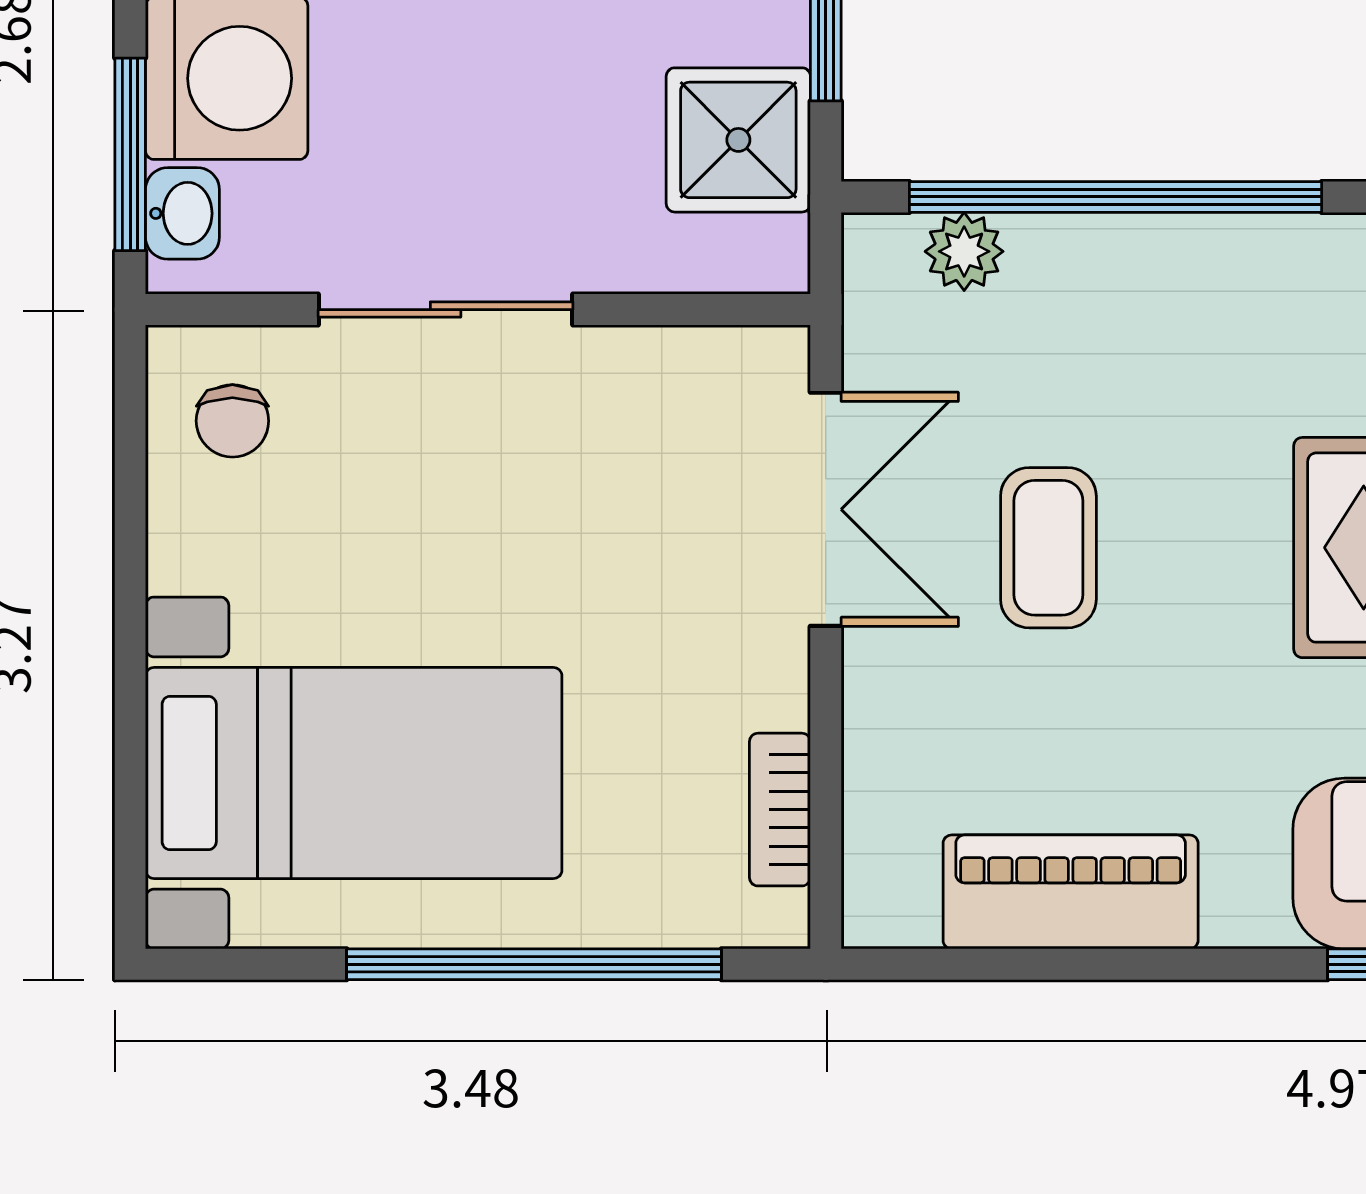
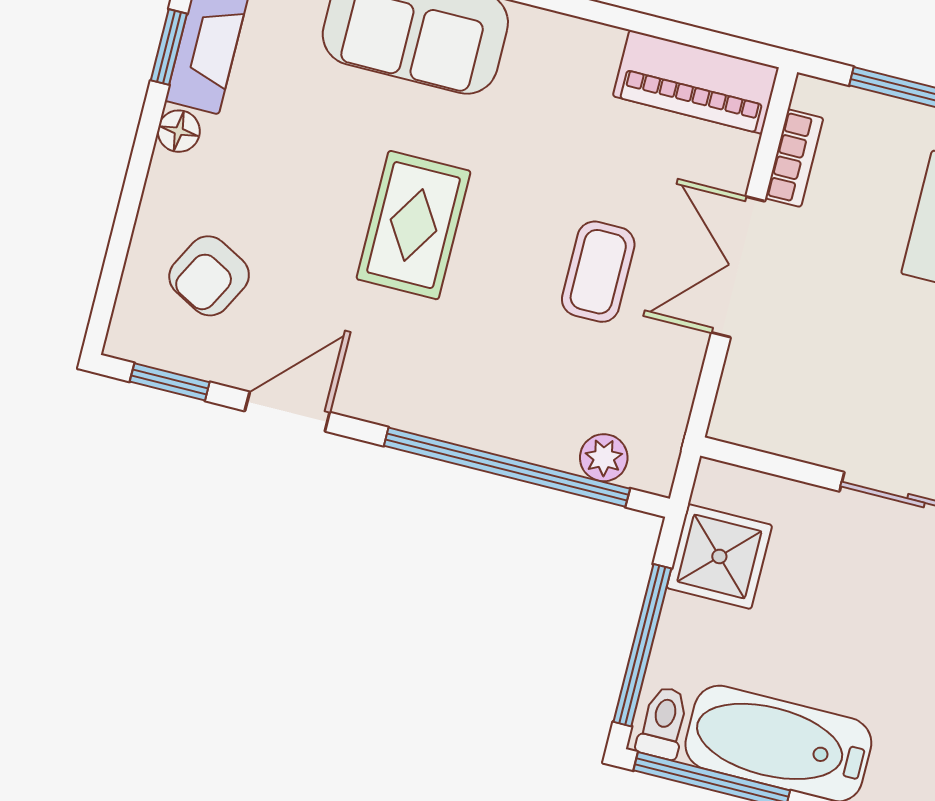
double door: (826, 509) -> (738, 267), moved
piano: (1071, 892) -> (696, 82), moved

